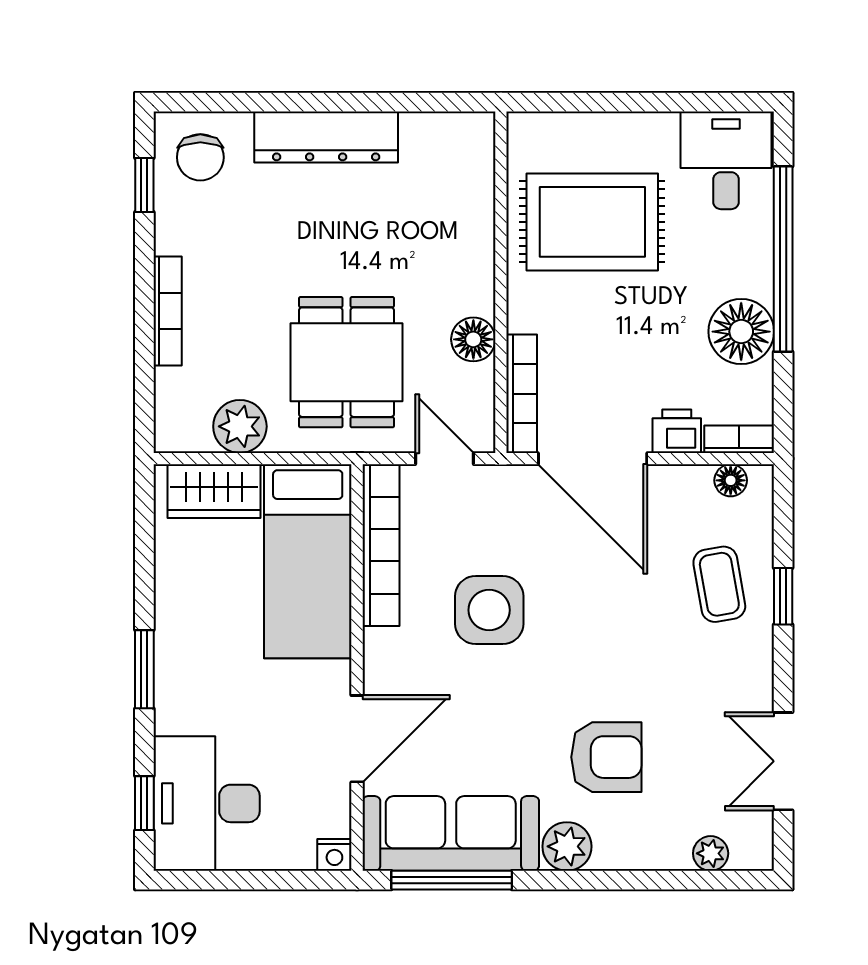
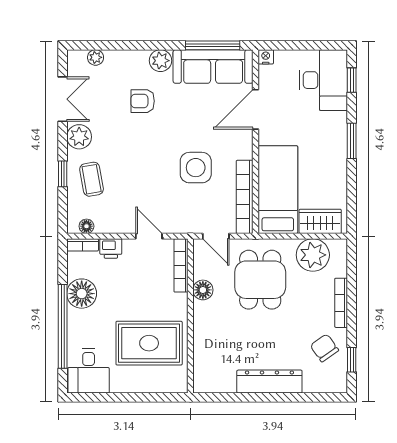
chair: (200, 157) -> (324, 348), moved, turned -35
plant: (240, 426) -> (313, 255), width x1.36, depth x1.36
door: (593, 459) -> (149, 236), width x0.53
plant: (747, 678) -> (79, 137), added
armchair: (606, 757) -> (143, 101), width x0.72, depth x0.72

